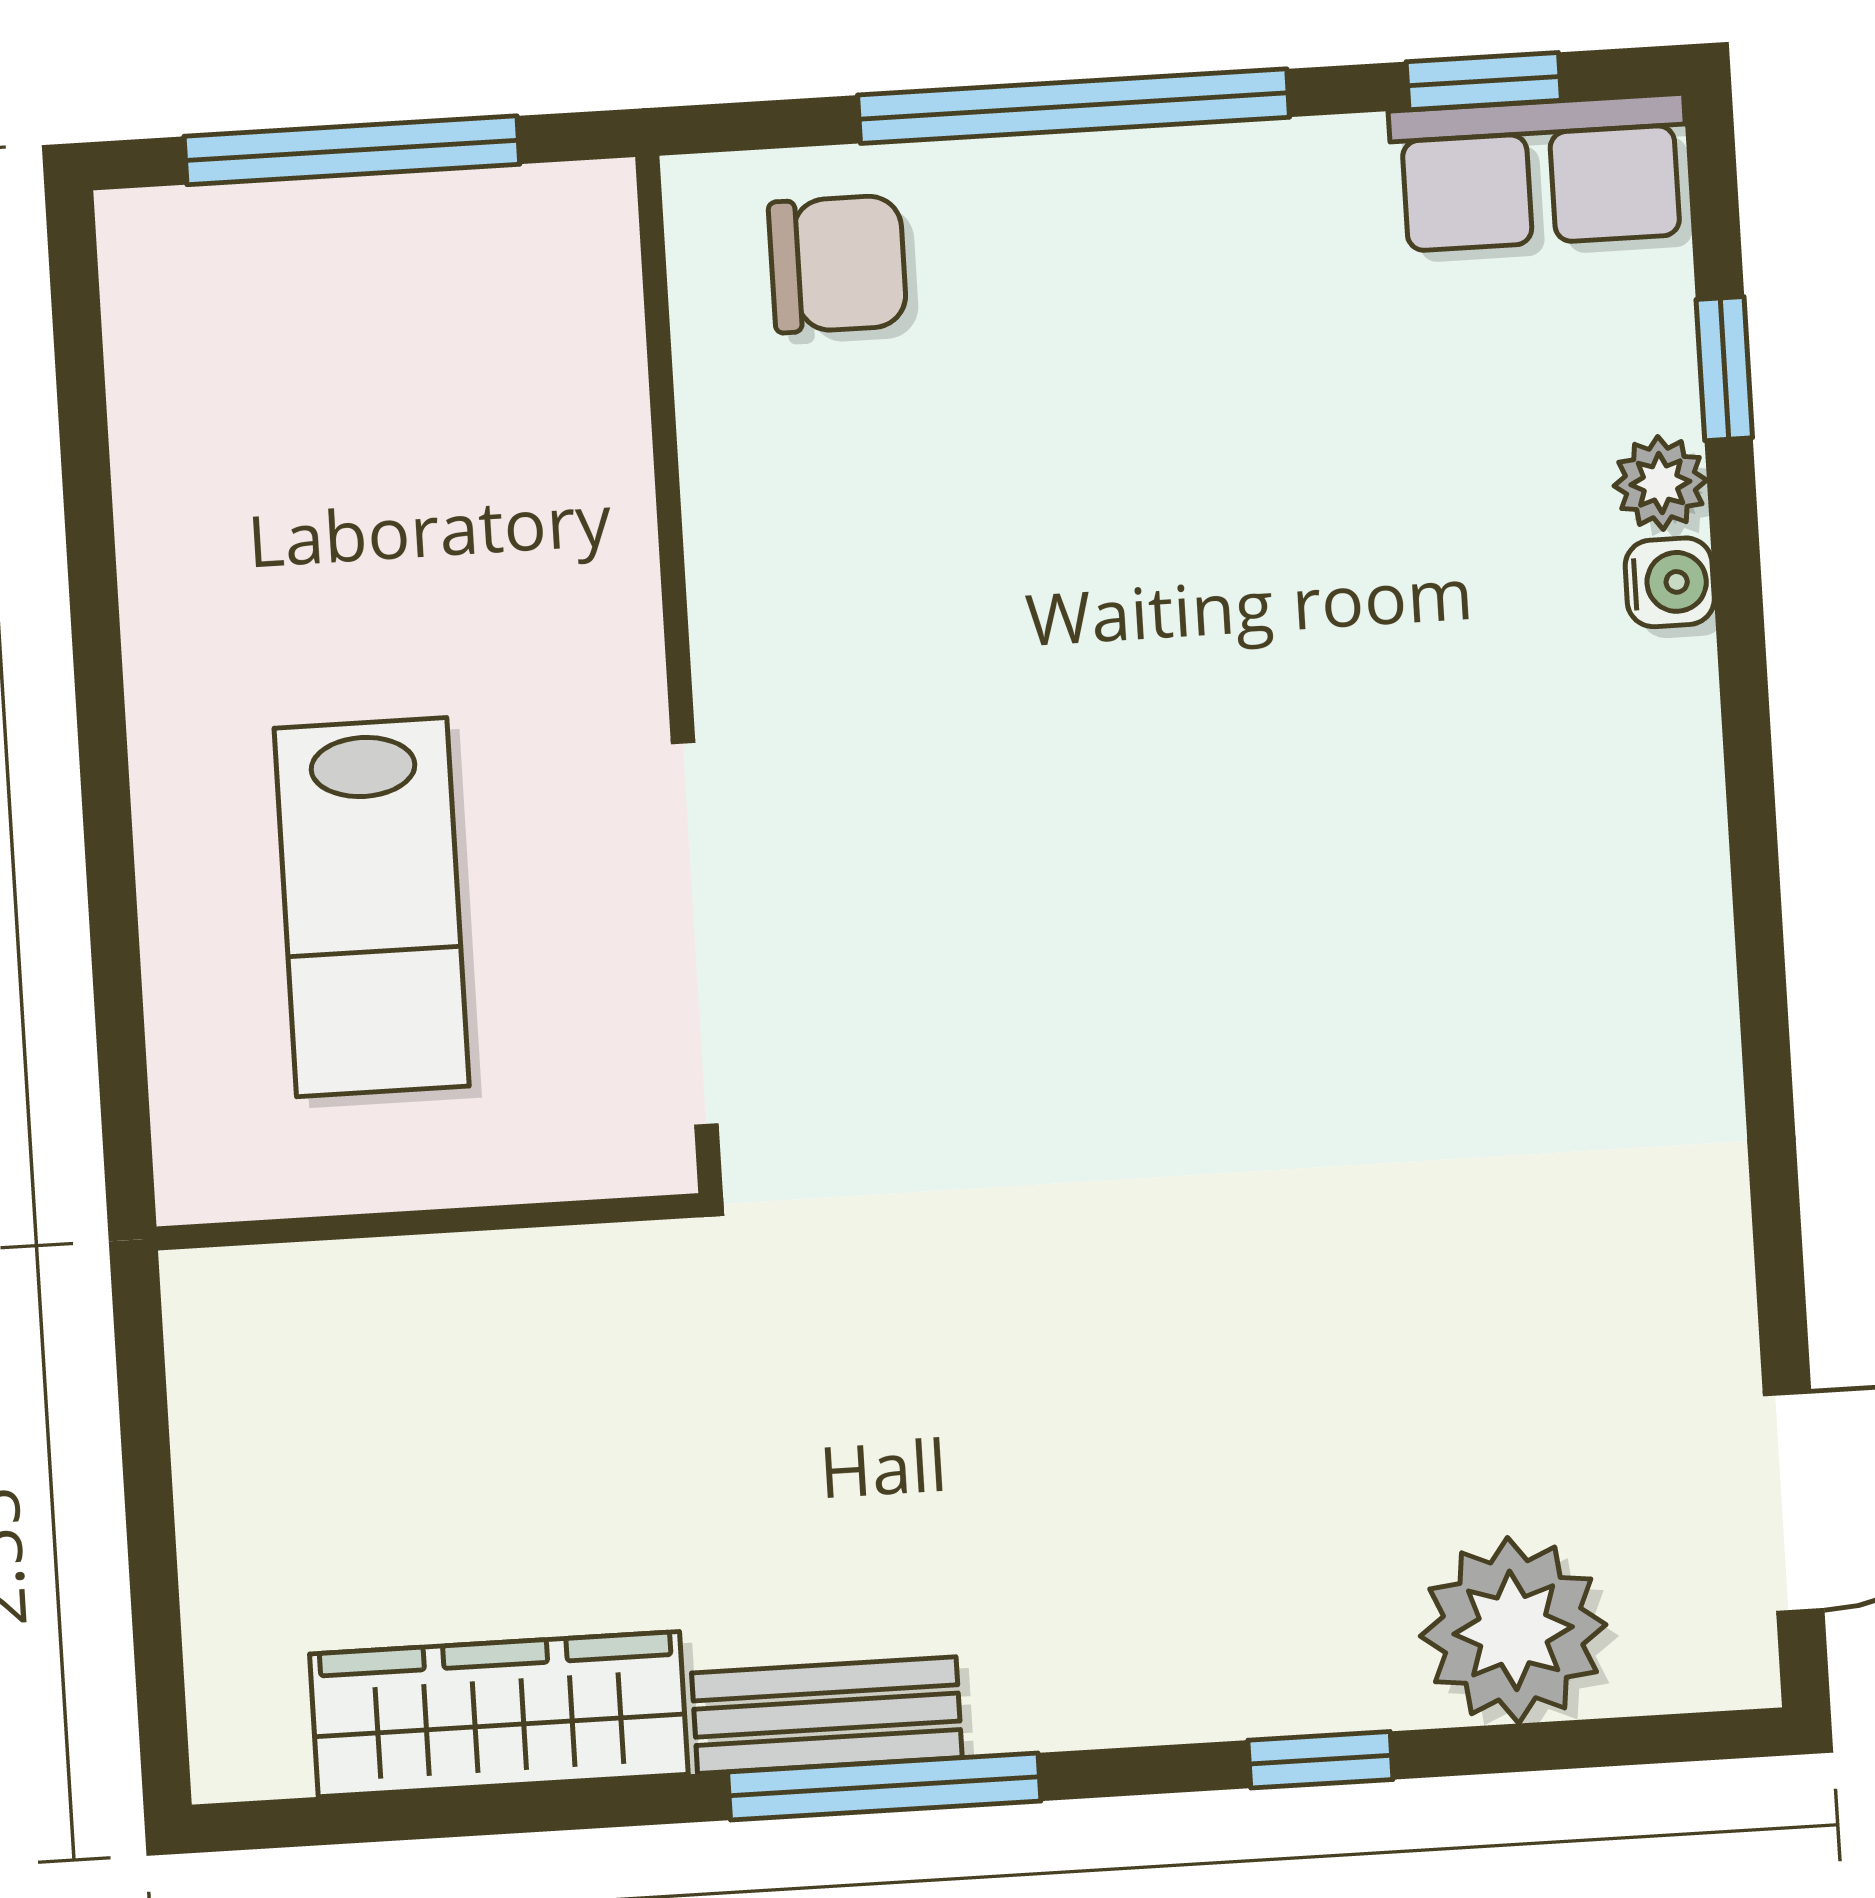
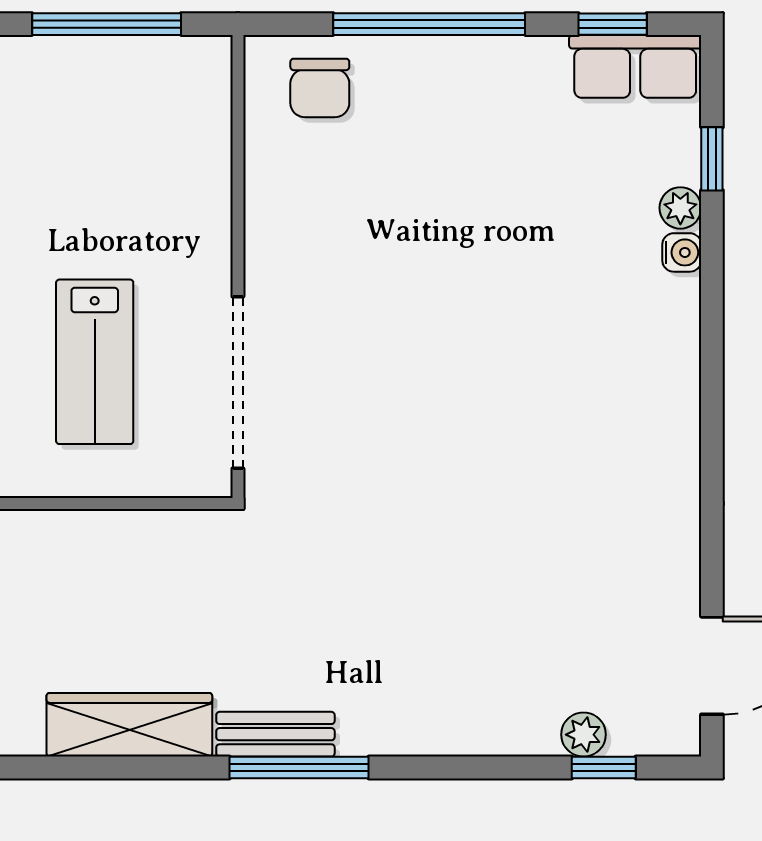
chair: (838, 264) -> (320, 88), turned 90
plant: (1513, 1630) -> (583, 735), width x0.53, depth x0.53
window: (1320, 1760) -> (604, 767), moved

